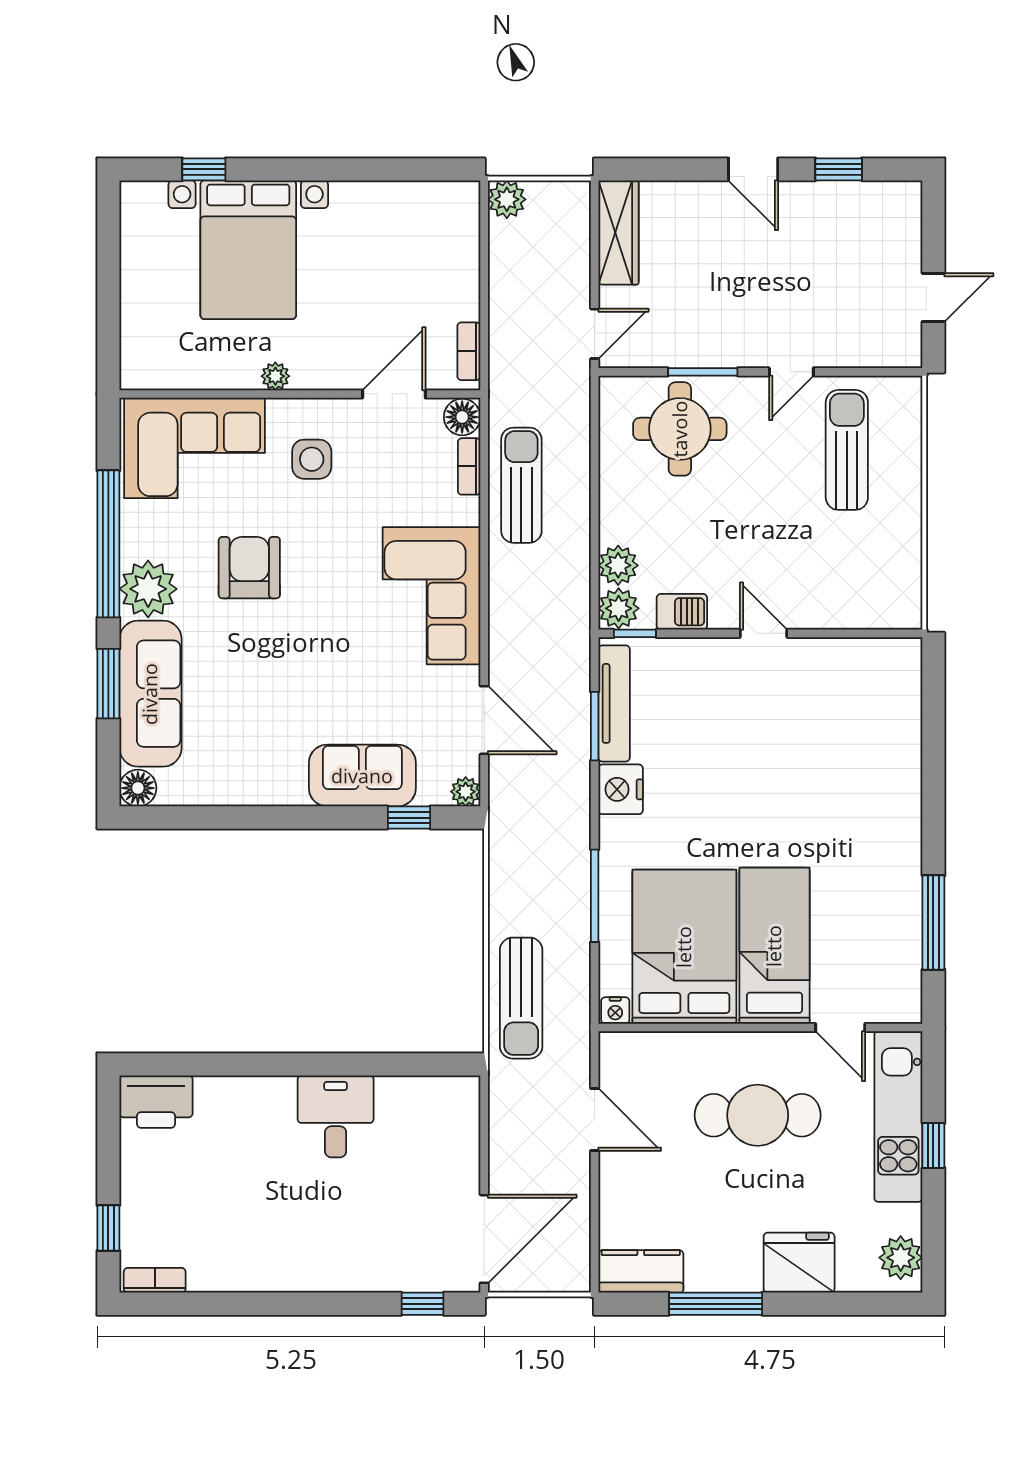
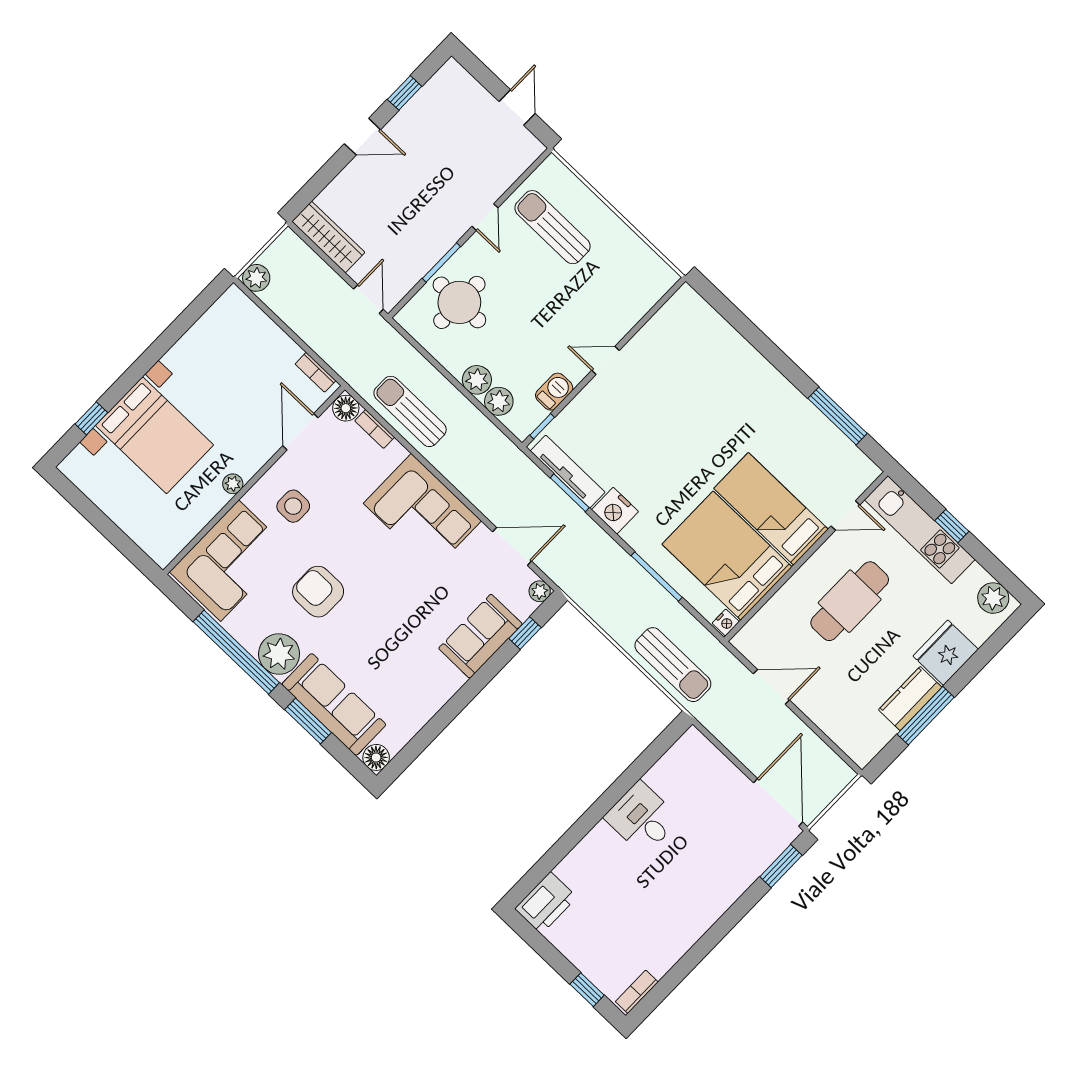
plant: (619, 608) -> (477, 380), moved
kitchen counter: (641, 1271) -> (910, 698), moved
window: (423, 1304) -> (781, 866), width x1.50

